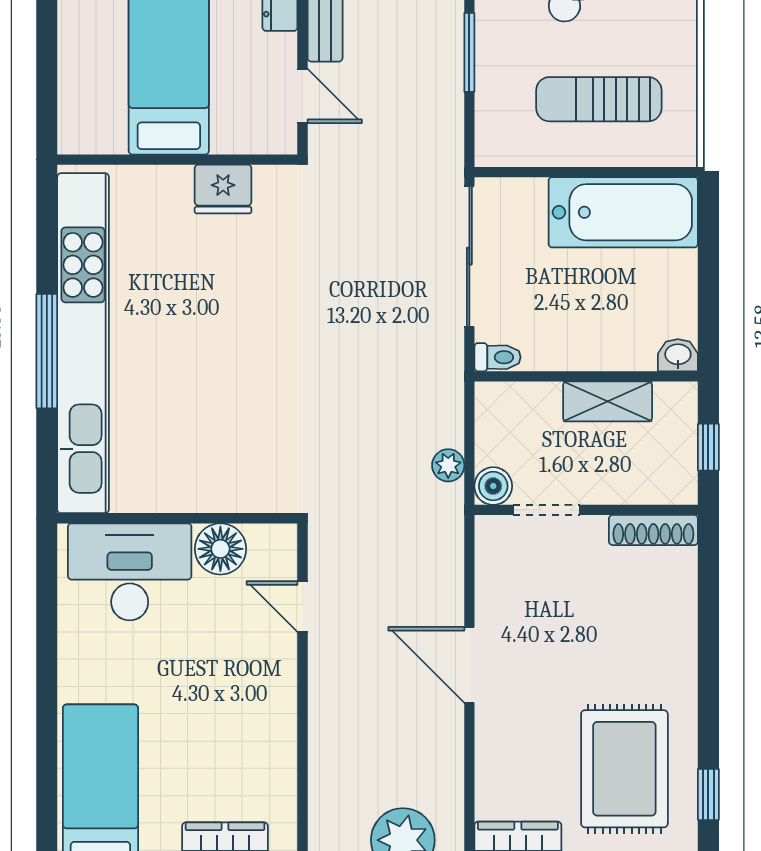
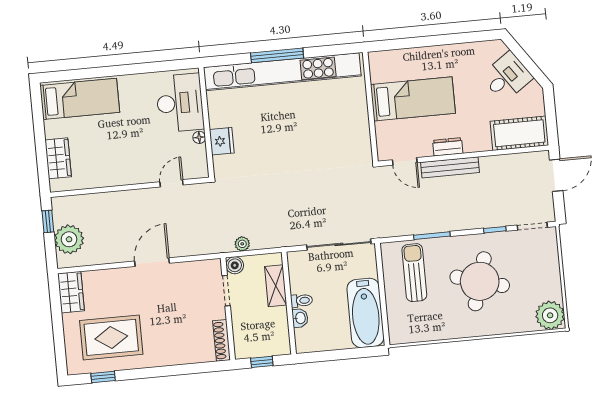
door: (303, 96) -> (405, 161), hinge flipped
sun lounger: (599, 99) -> (414, 273), moved
fridge: (223, 189) -> (222, 141), moved, turned 180
washbasin: (678, 355) -> (300, 318), moved
toilet: (497, 357) -> (302, 301), moved, turned -90
shelving: (608, 401) -> (276, 286), moved
floor lamp: (220, 549) -> (199, 137), width x0.53, depth x0.53

